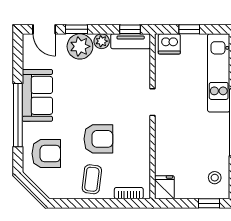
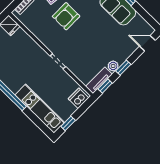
window: (76, 29) -> (123, 68), moved
window: (189, 29) -> (68, 123), moved
plant: (80, 46) -> (121, 53), removed

